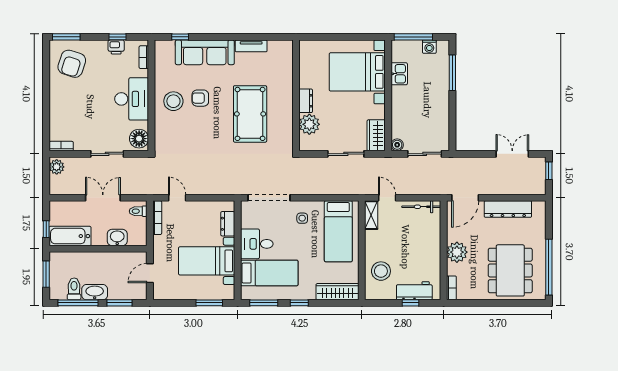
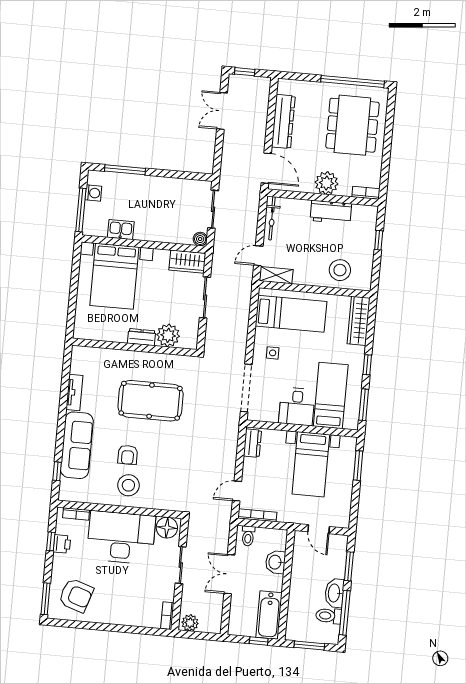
desk: (132, 99) -> (121, 537), width x1.36, depth x1.30
dresser: (228, 224) -> (252, 443), moved, turned -90
dining table: (510, 270) -> (352, 125), turned 90
workbench: (414, 291) -> (331, 212), moved, turned -90

